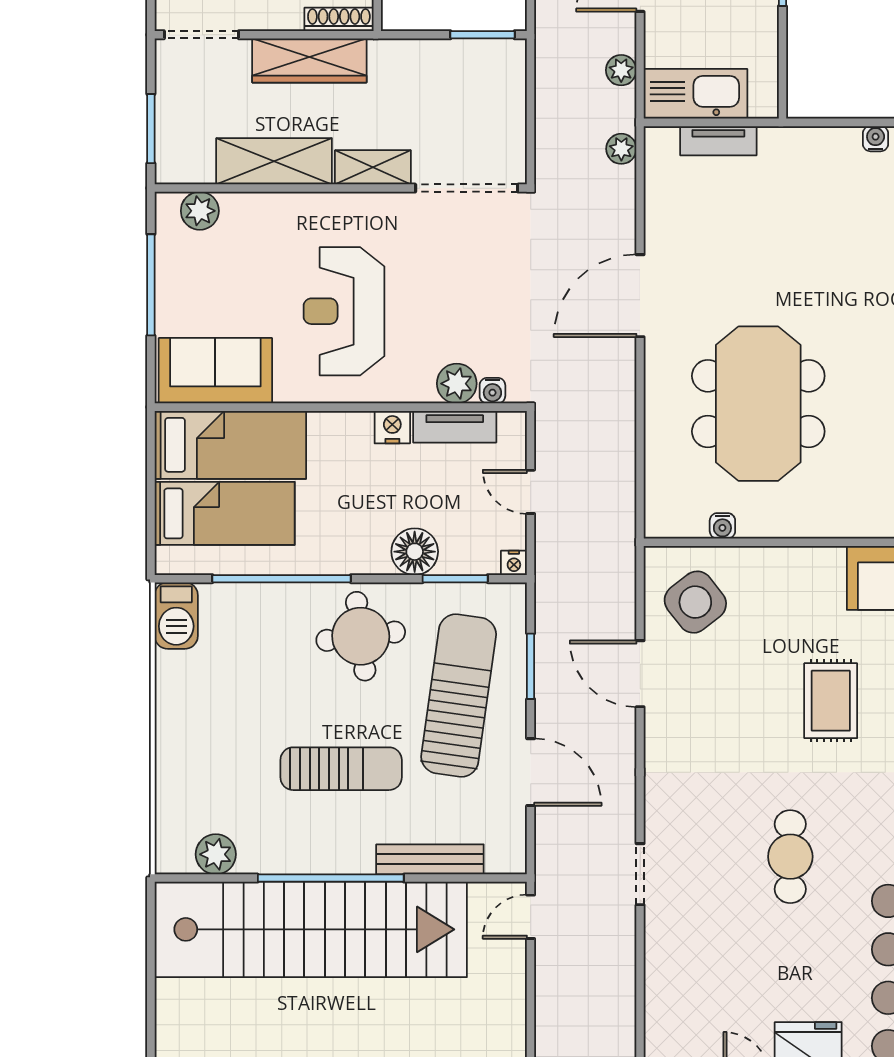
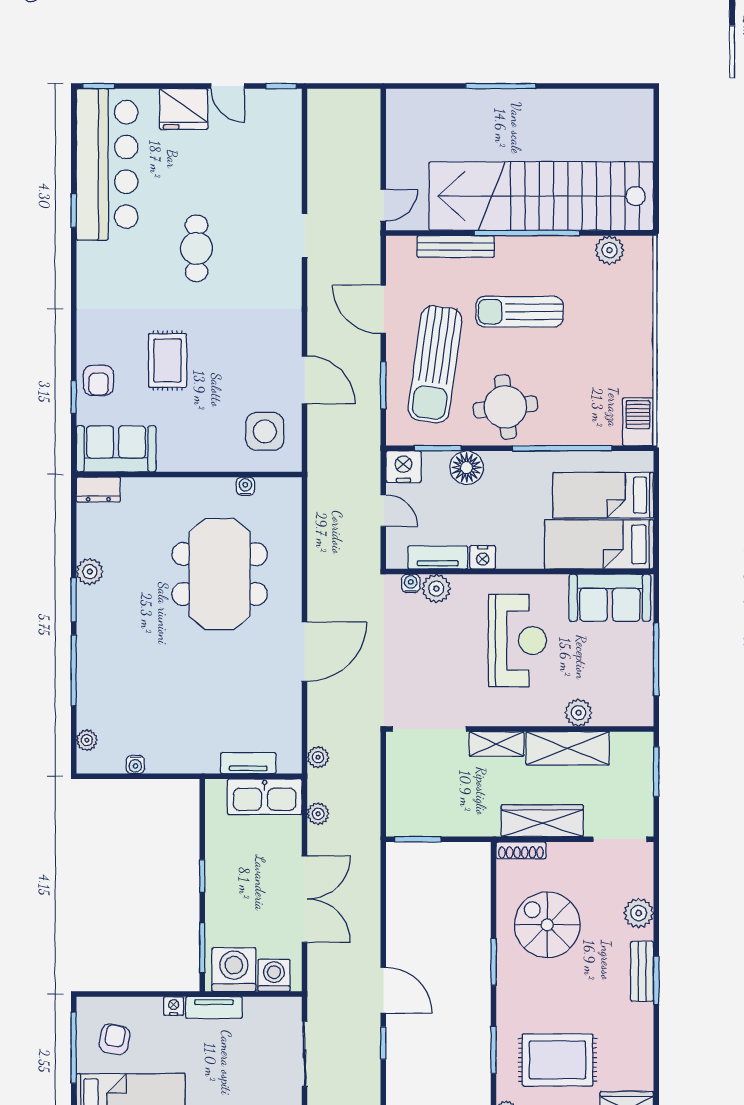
plant: (200, 211) -> (578, 713), moved
nightstand: (514, 563) -> (404, 467), width x1.89, depth x1.79
side table: (695, 602) -> (265, 431), turned 38

